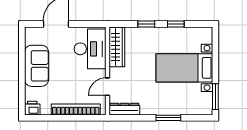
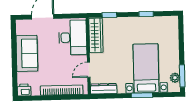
window: (146, 24) -> (109, 15), moved
bed with nightstands: (184, 68) -> (146, 68), moved, turned 90
plant: (207, 98) -> (175, 78), added

